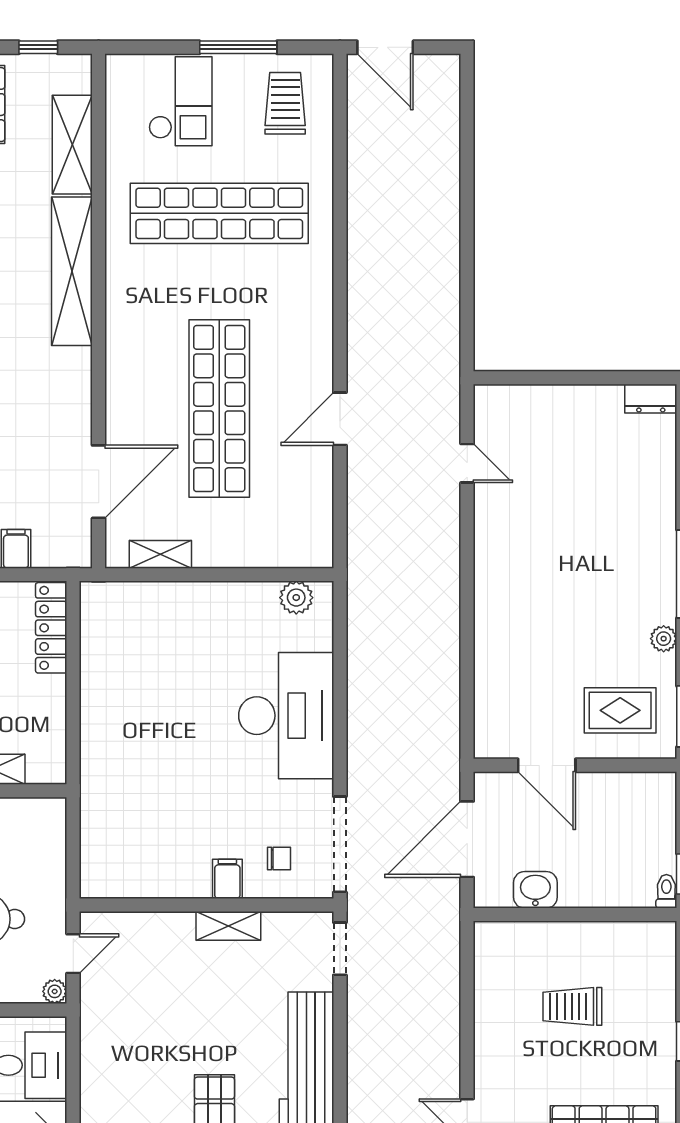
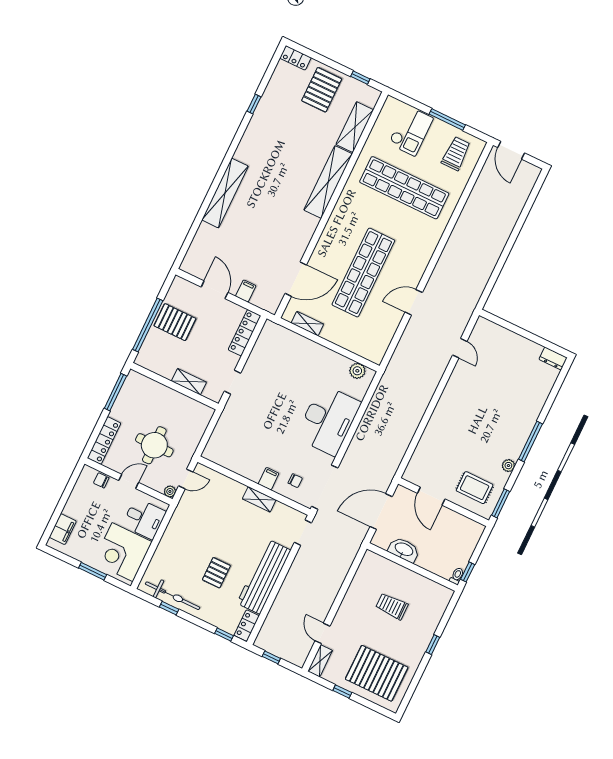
doorway: (73, 731) -> (232, 382), added
washbasin: (535, 890) -> (404, 550), width x1.38

